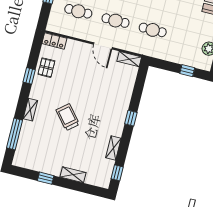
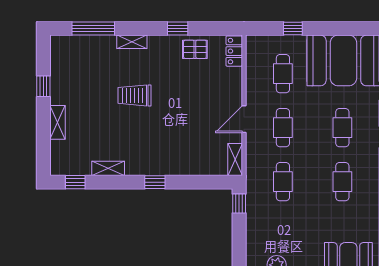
window: (187, 71) -> (239, 204), moved
trolley: (68, 117) -> (134, 95), turned -140

